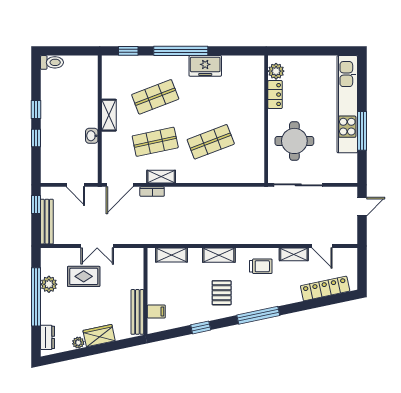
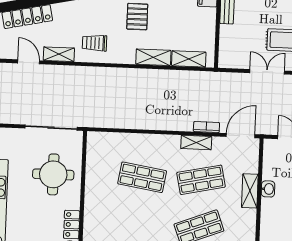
shelving: (109, 115) -> (250, 191), moved
shop shelf: (211, 142) -> (142, 177), turned 30
shelving: (219, 255) -> (153, 57), moved

